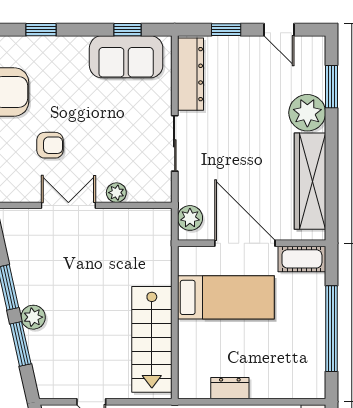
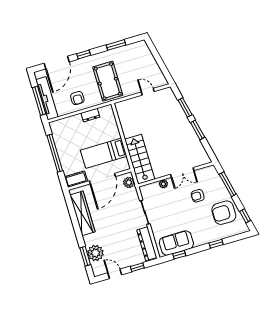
plant: (307, 113) -> (95, 253), moved
door: (245, 243) -> (102, 179), hinge flipped
plant: (33, 317) -> (183, 120), removed
stairs: (152, 339) -> (140, 159), moved

